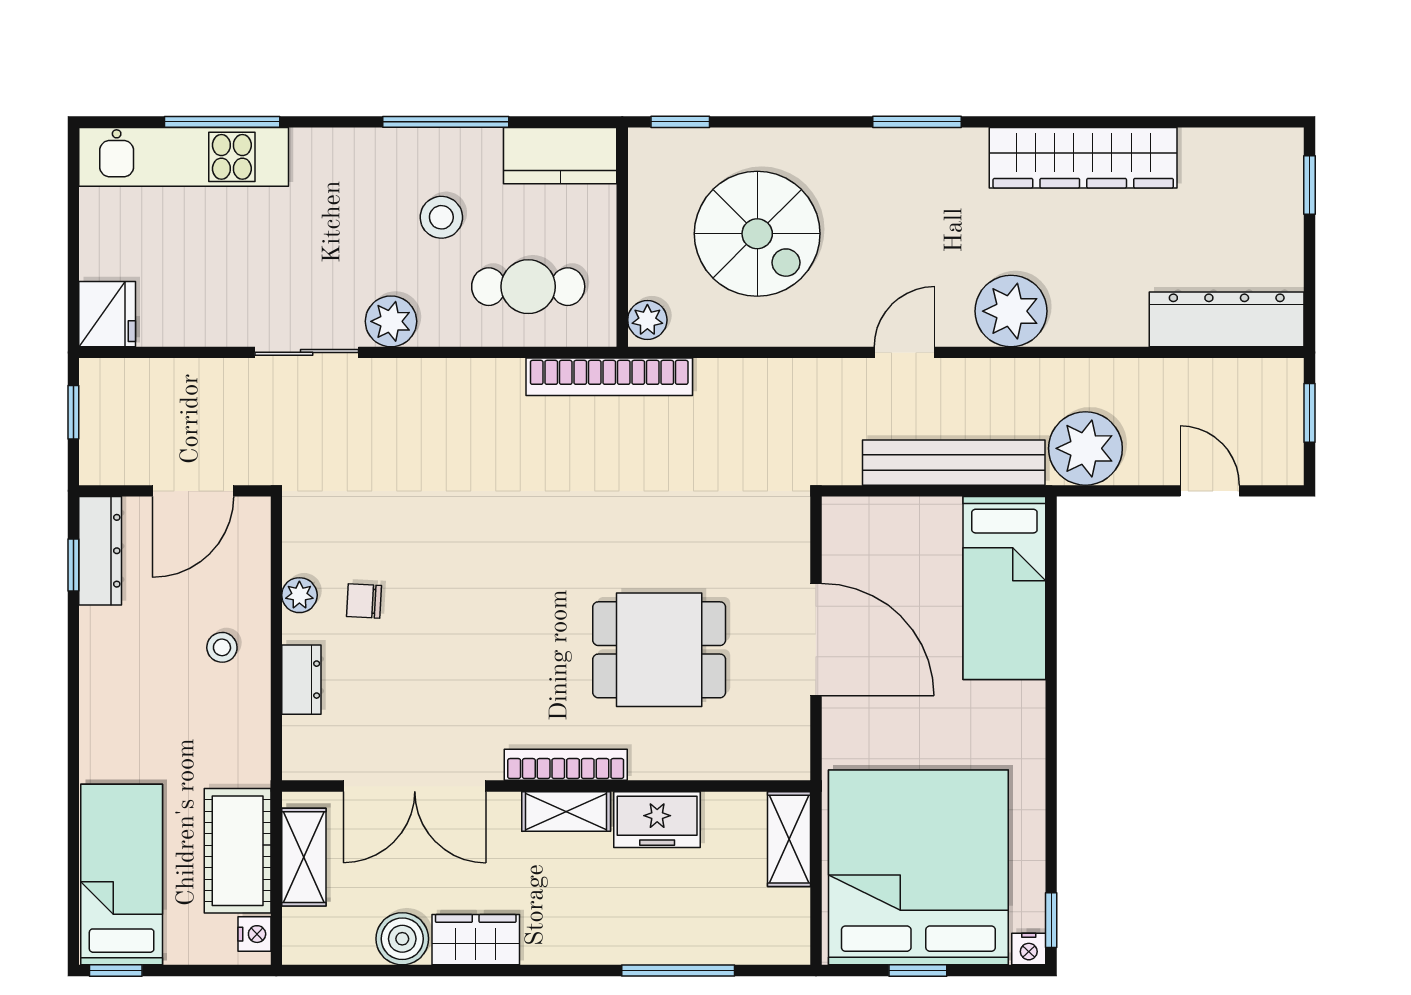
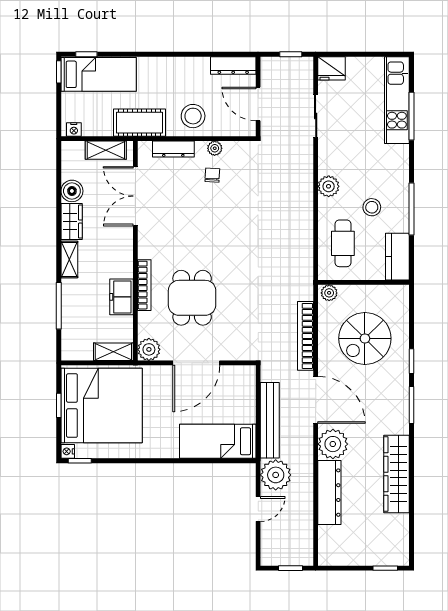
window: (680, 122) -> (411, 361), moved
dresser: (1227, 319) -> (329, 493), moved
sliding door: (307, 352) -> (316, 116), moved
door: (904, 352) -> (316, 400), width x1.87
bookcase: (609, 377) -> (305, 336), moved
door: (1210, 491) -> (258, 509), moved
window: (73, 565) -> (86, 54), moved
stool: (222, 647) -> (193, 116), width x1.89, depth x1.89
dresser: (301, 680) -> (173, 149), width x1.44
plant: (783, 753) -> (149, 349), added
bookcase: (566, 765) -> (144, 285), moved
shelving: (566, 811) -> (69, 260), moved
cot: (238, 851) -> (139, 123), moved

